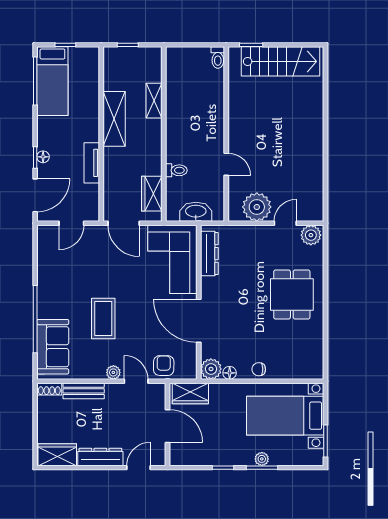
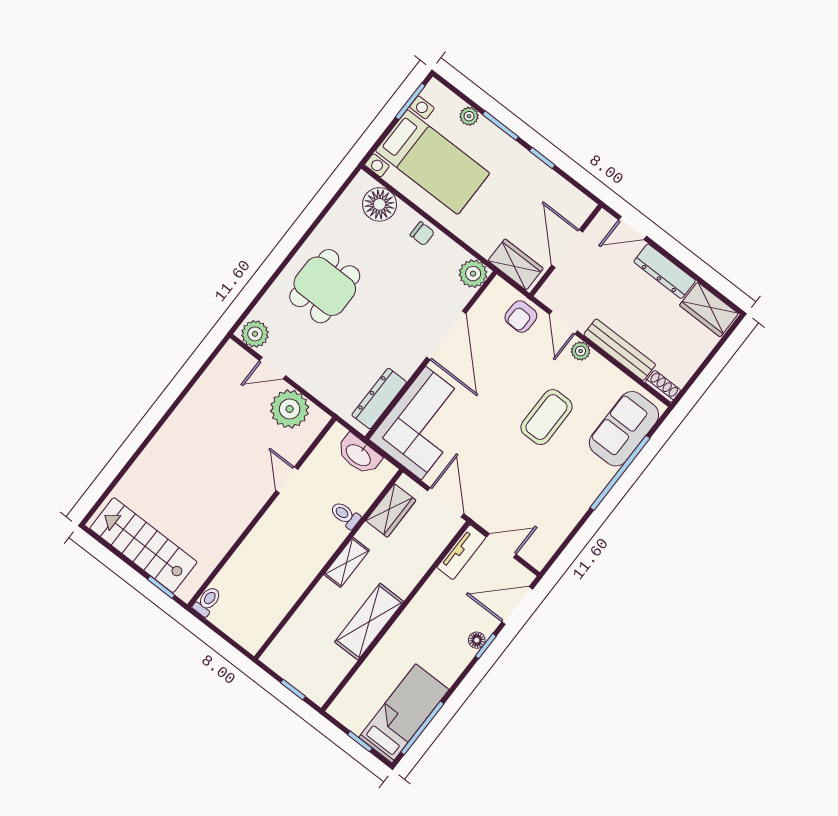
shelving: (154, 101) -> (347, 562), moved
tv unit: (92, 163) -> (461, 552), moved
floor lamp: (230, 373) -> (379, 204), moved, width x1.89, depth x1.89
bench: (84, 391) -> (620, 350), width x1.36
plant: (262, 459) -> (469, 116), moved

